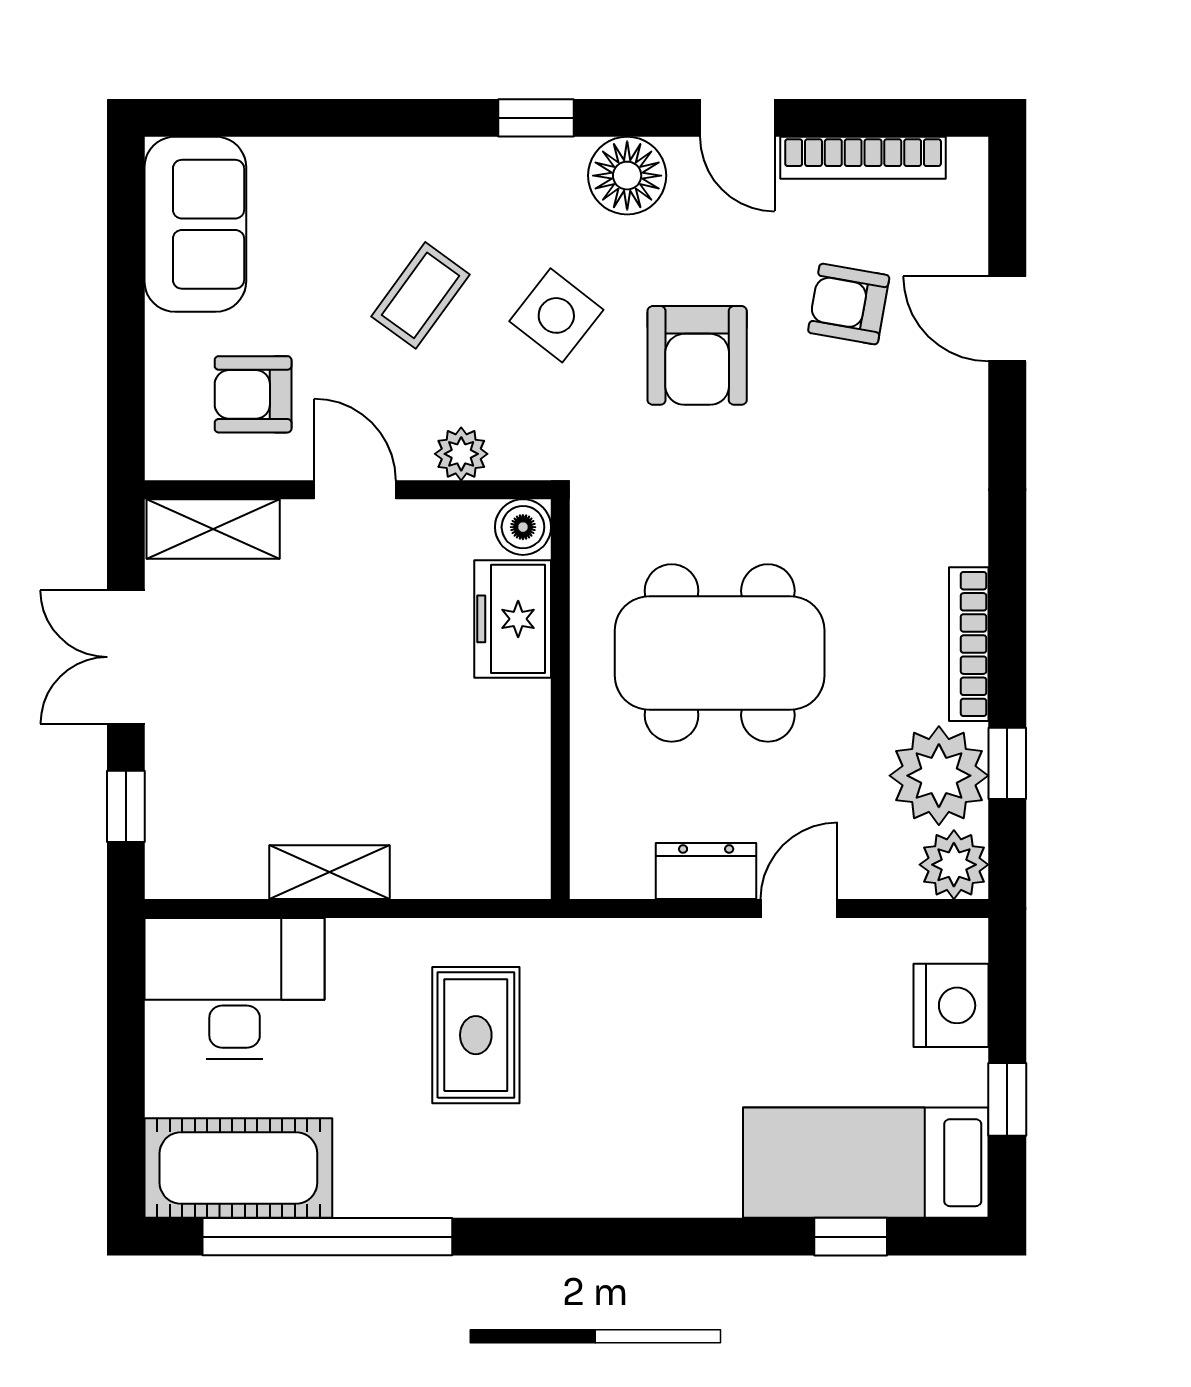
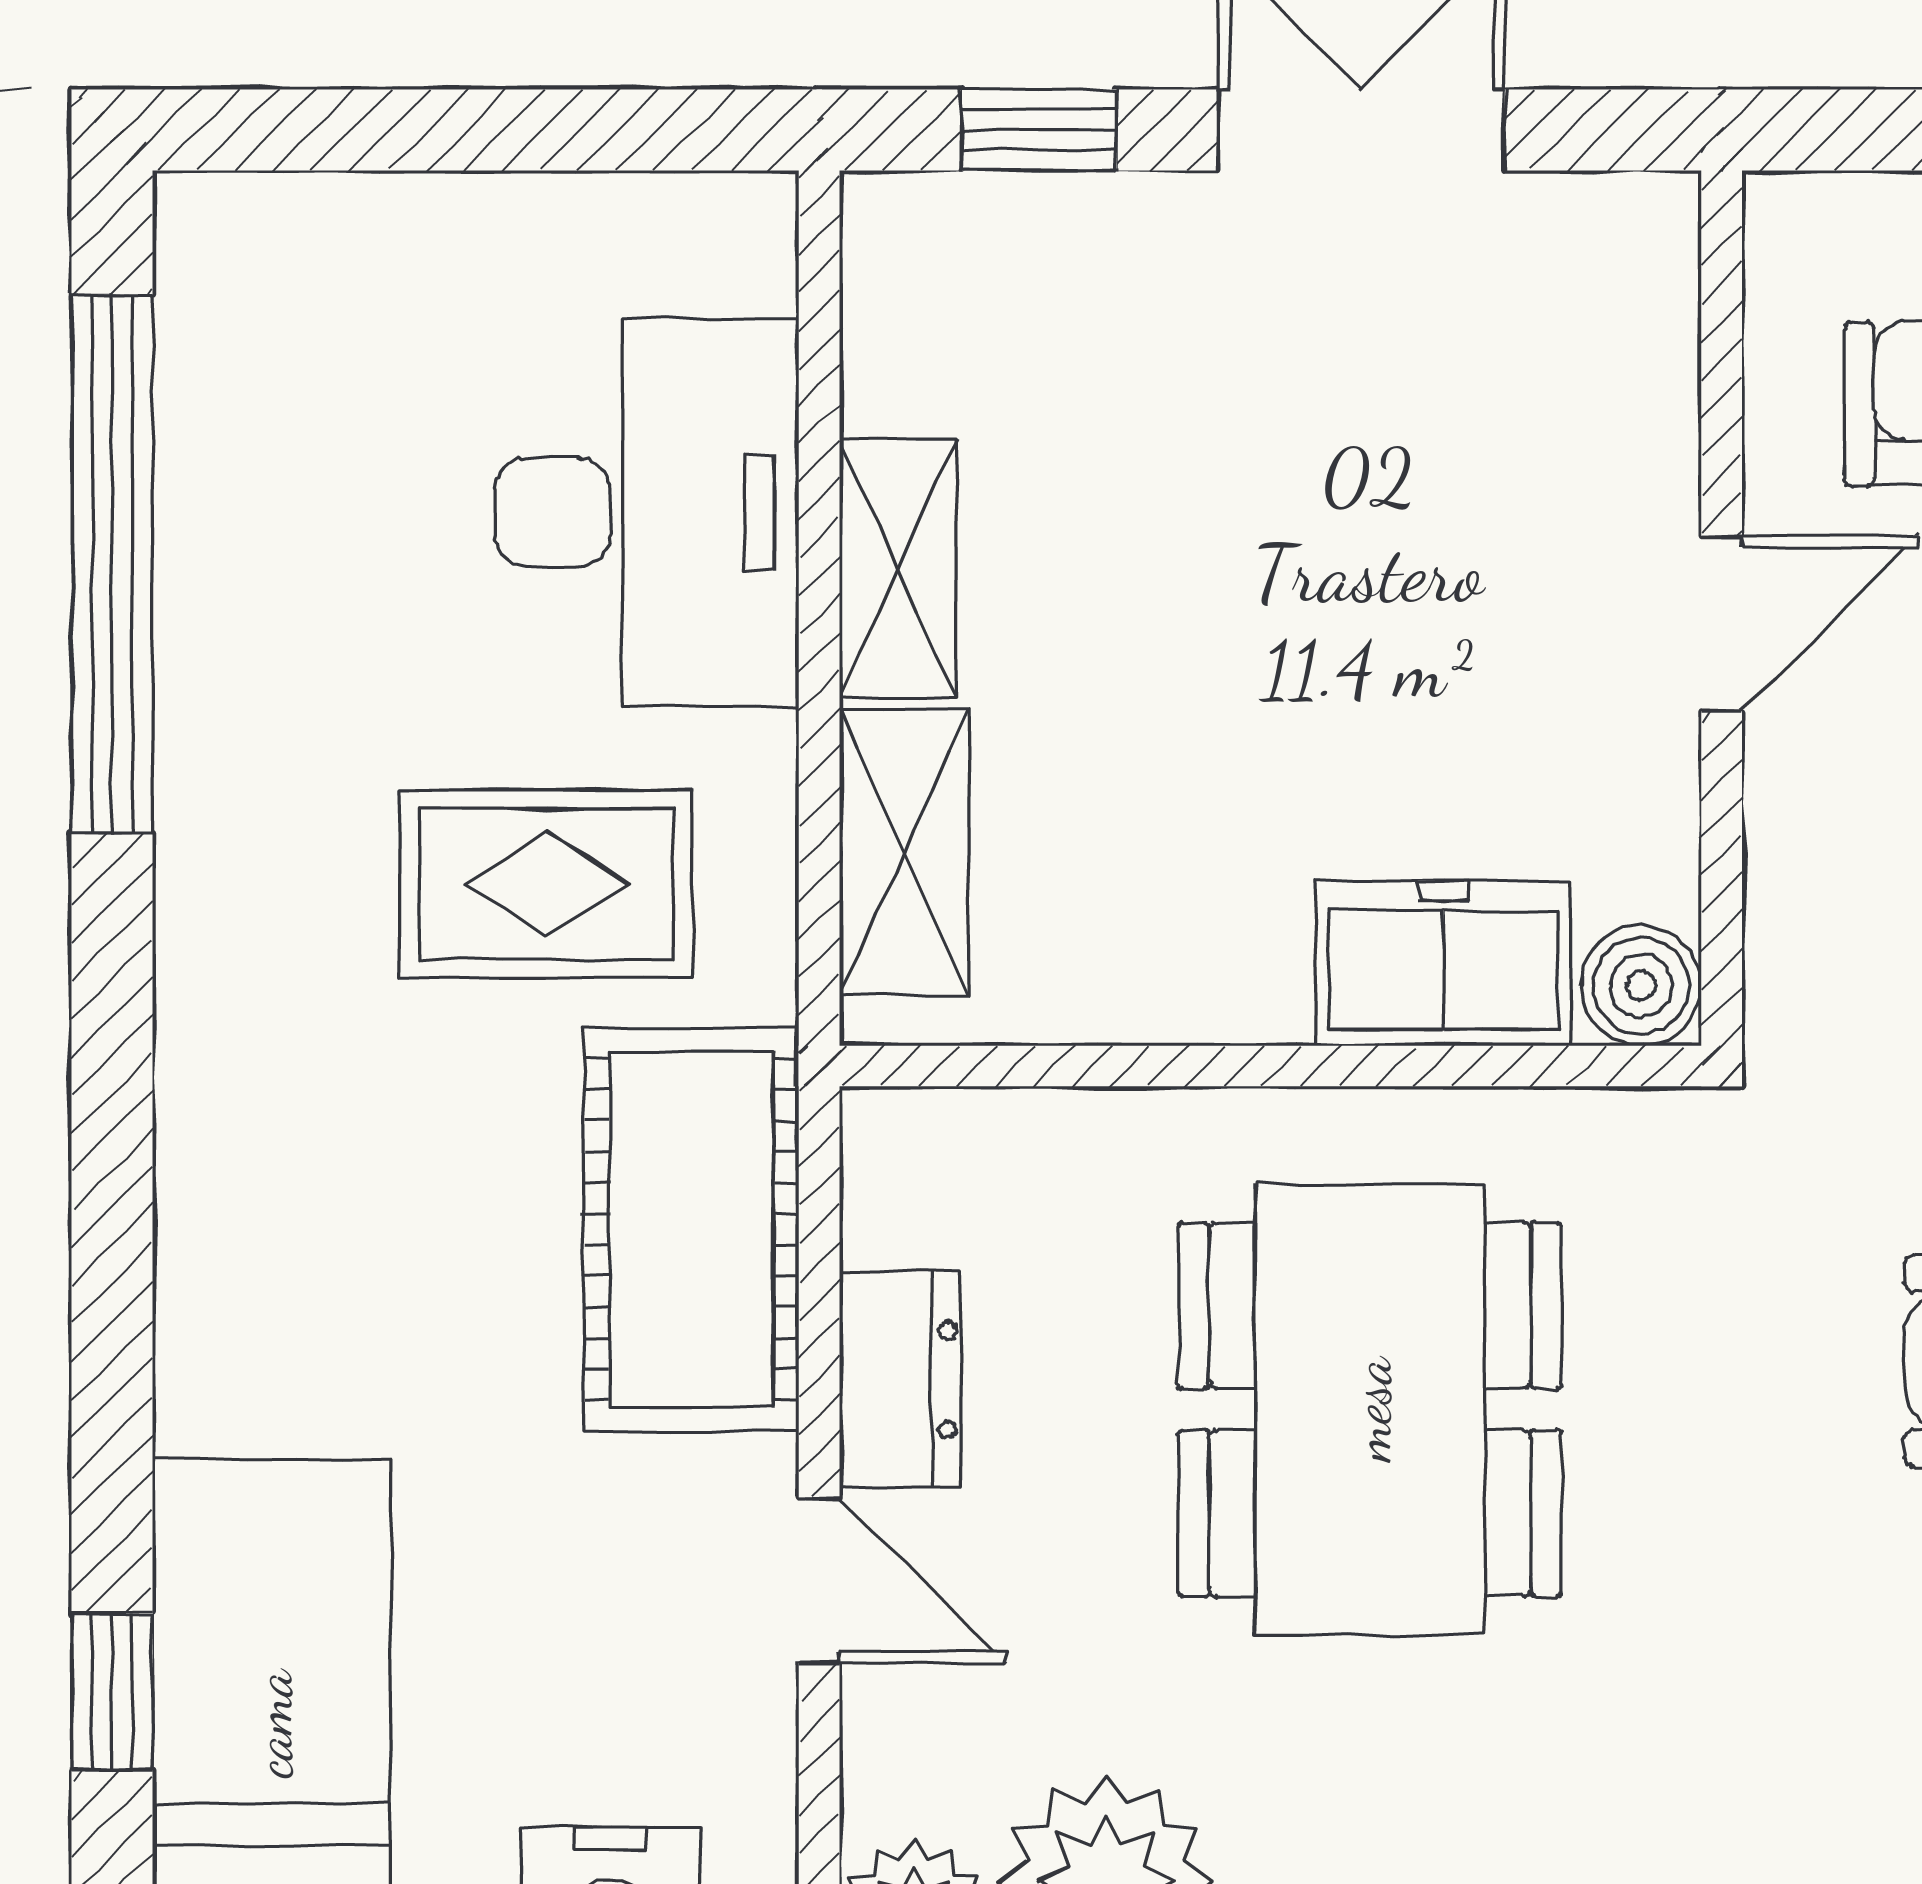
plant: (461, 454) -> (1799, 852), removed
shelving: (213, 529) -> (904, 852), moved
desk: (235, 989) -> (647, 512), moved
cot: (238, 1168) -> (691, 1229), moved

